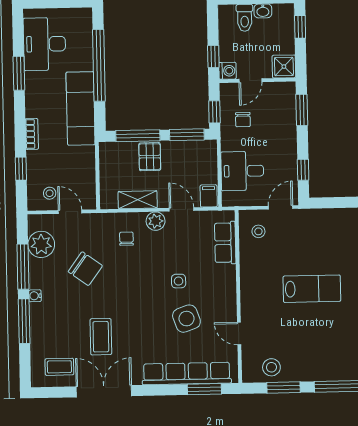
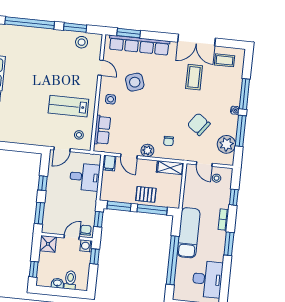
window: (19, 73) -> (229, 244), moved
chair: (243, 120) -> (86, 230), moved
pallet: (150, 157) -> (146, 194), turned 90
window: (303, 170) -> (43, 183), moved
shelving: (138, 200) -> (170, 168), moved
side table: (179, 281) -> (111, 99), moved
lab bench: (312, 289) -> (68, 106), moved

